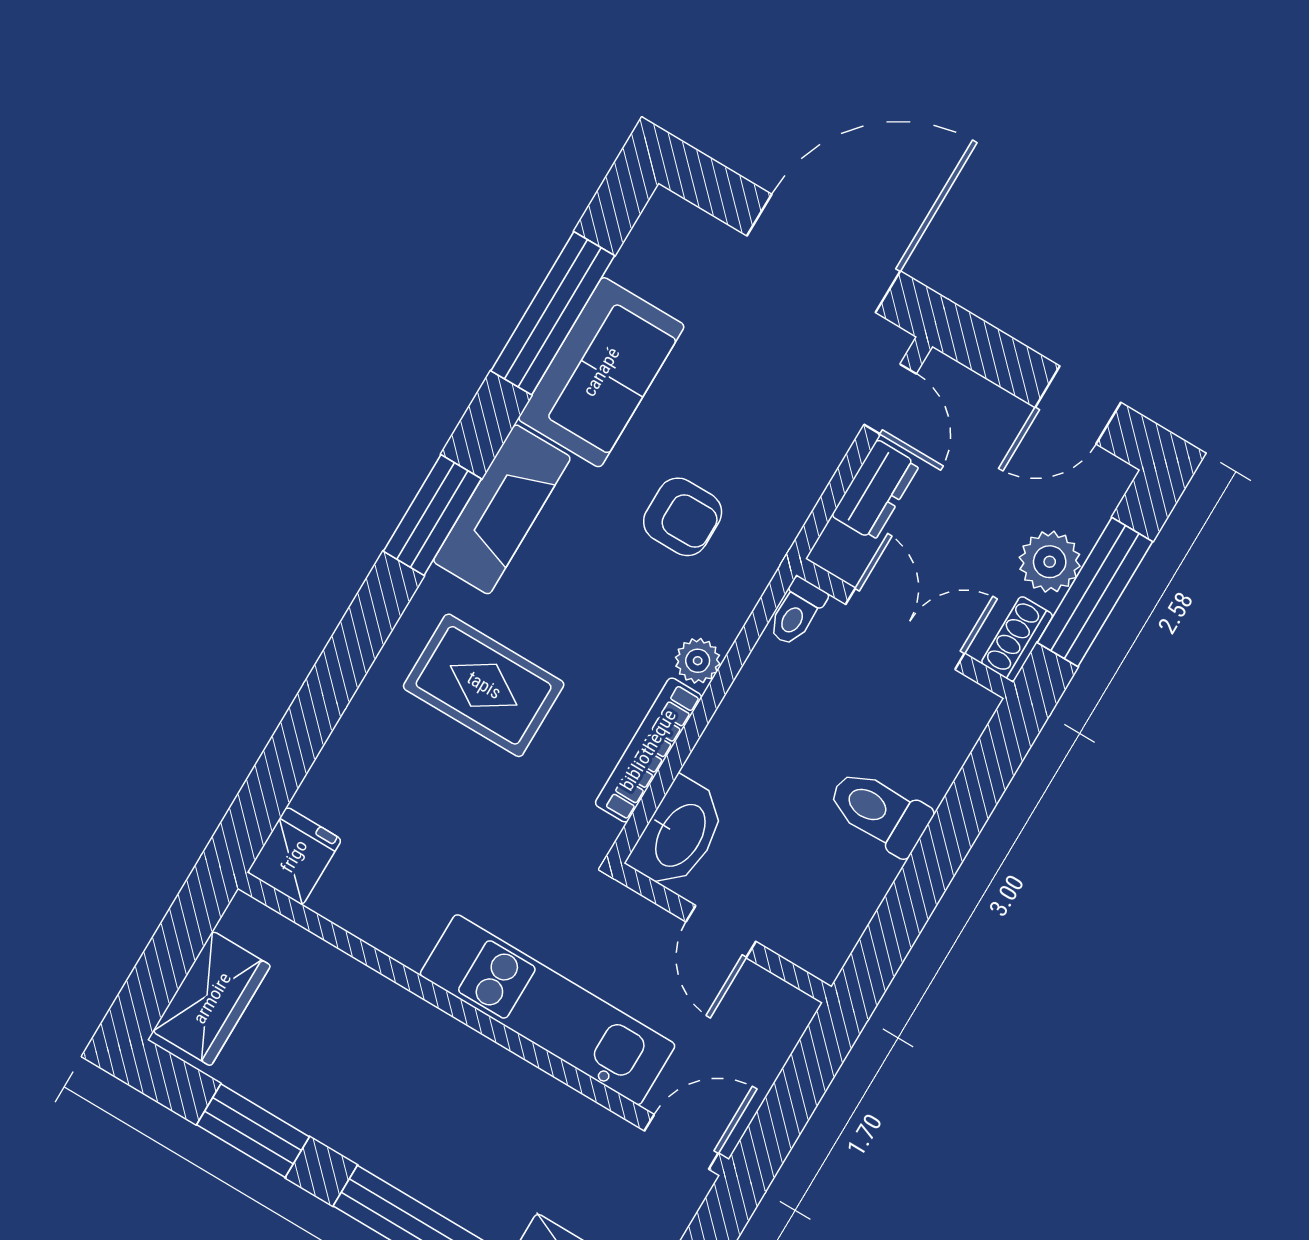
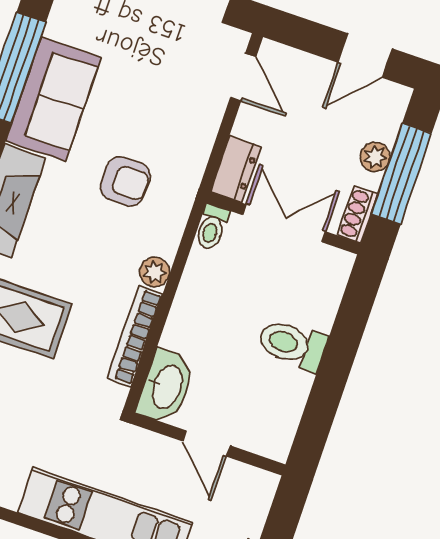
dresser: (876, 490) -> (235, 169), moved
plant: (1050, 562) -> (375, 157), width x0.73, depth x0.73

